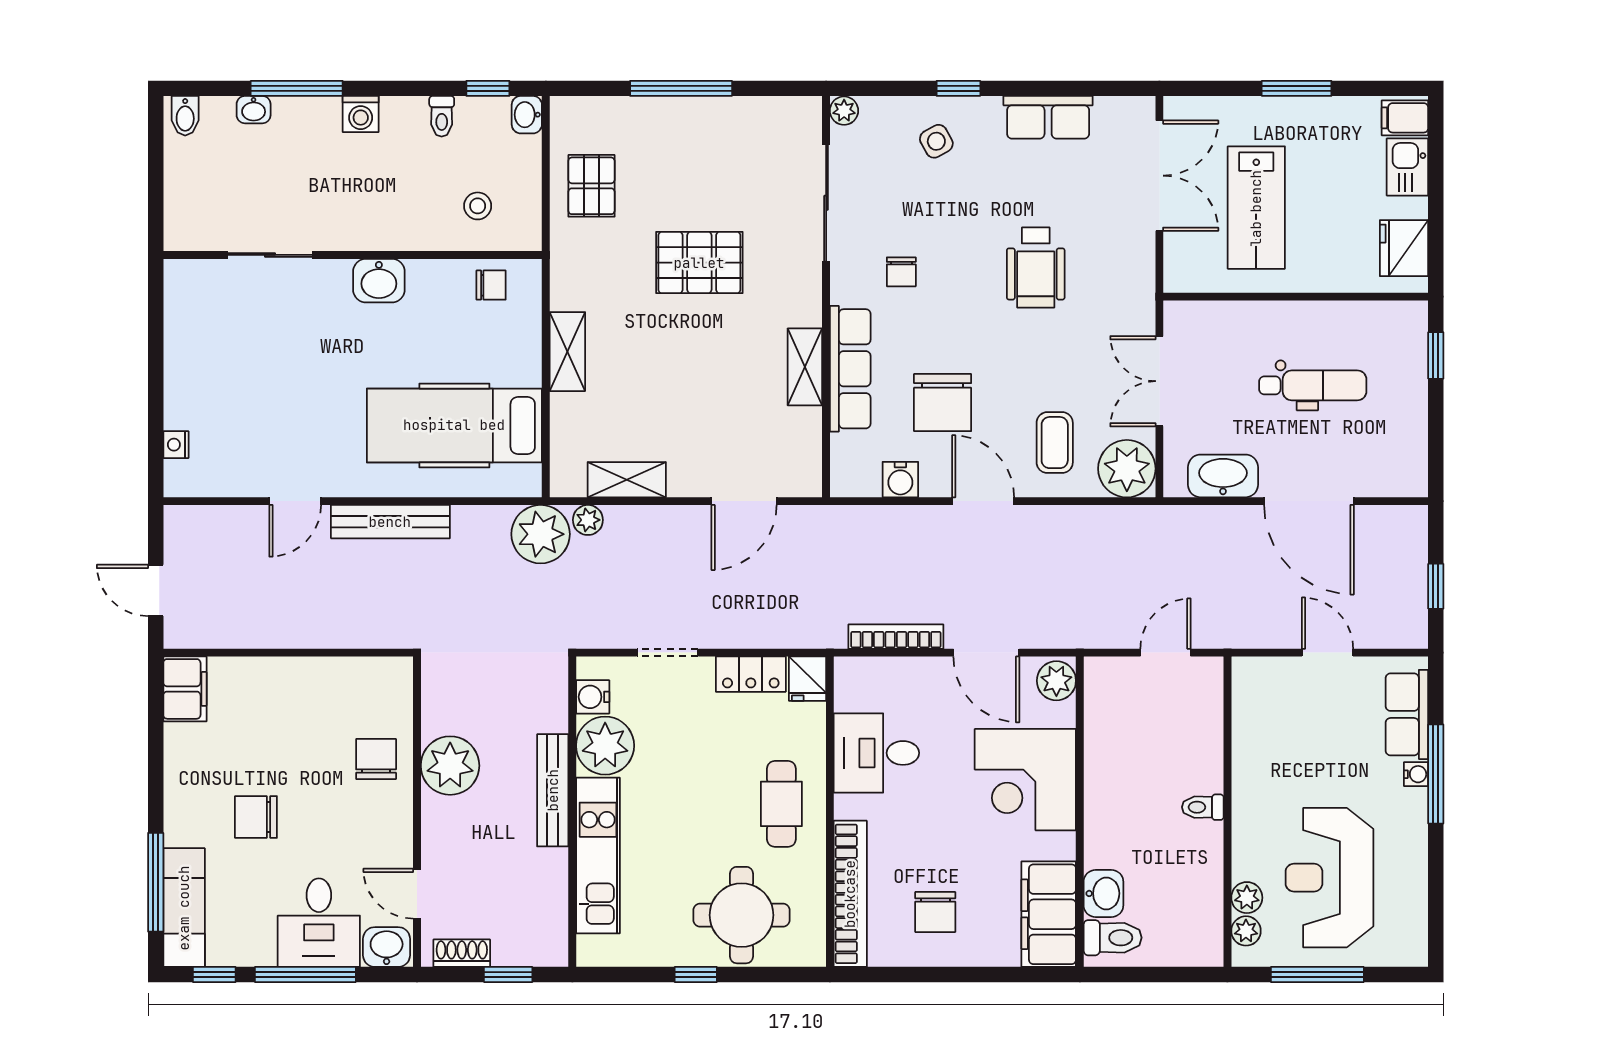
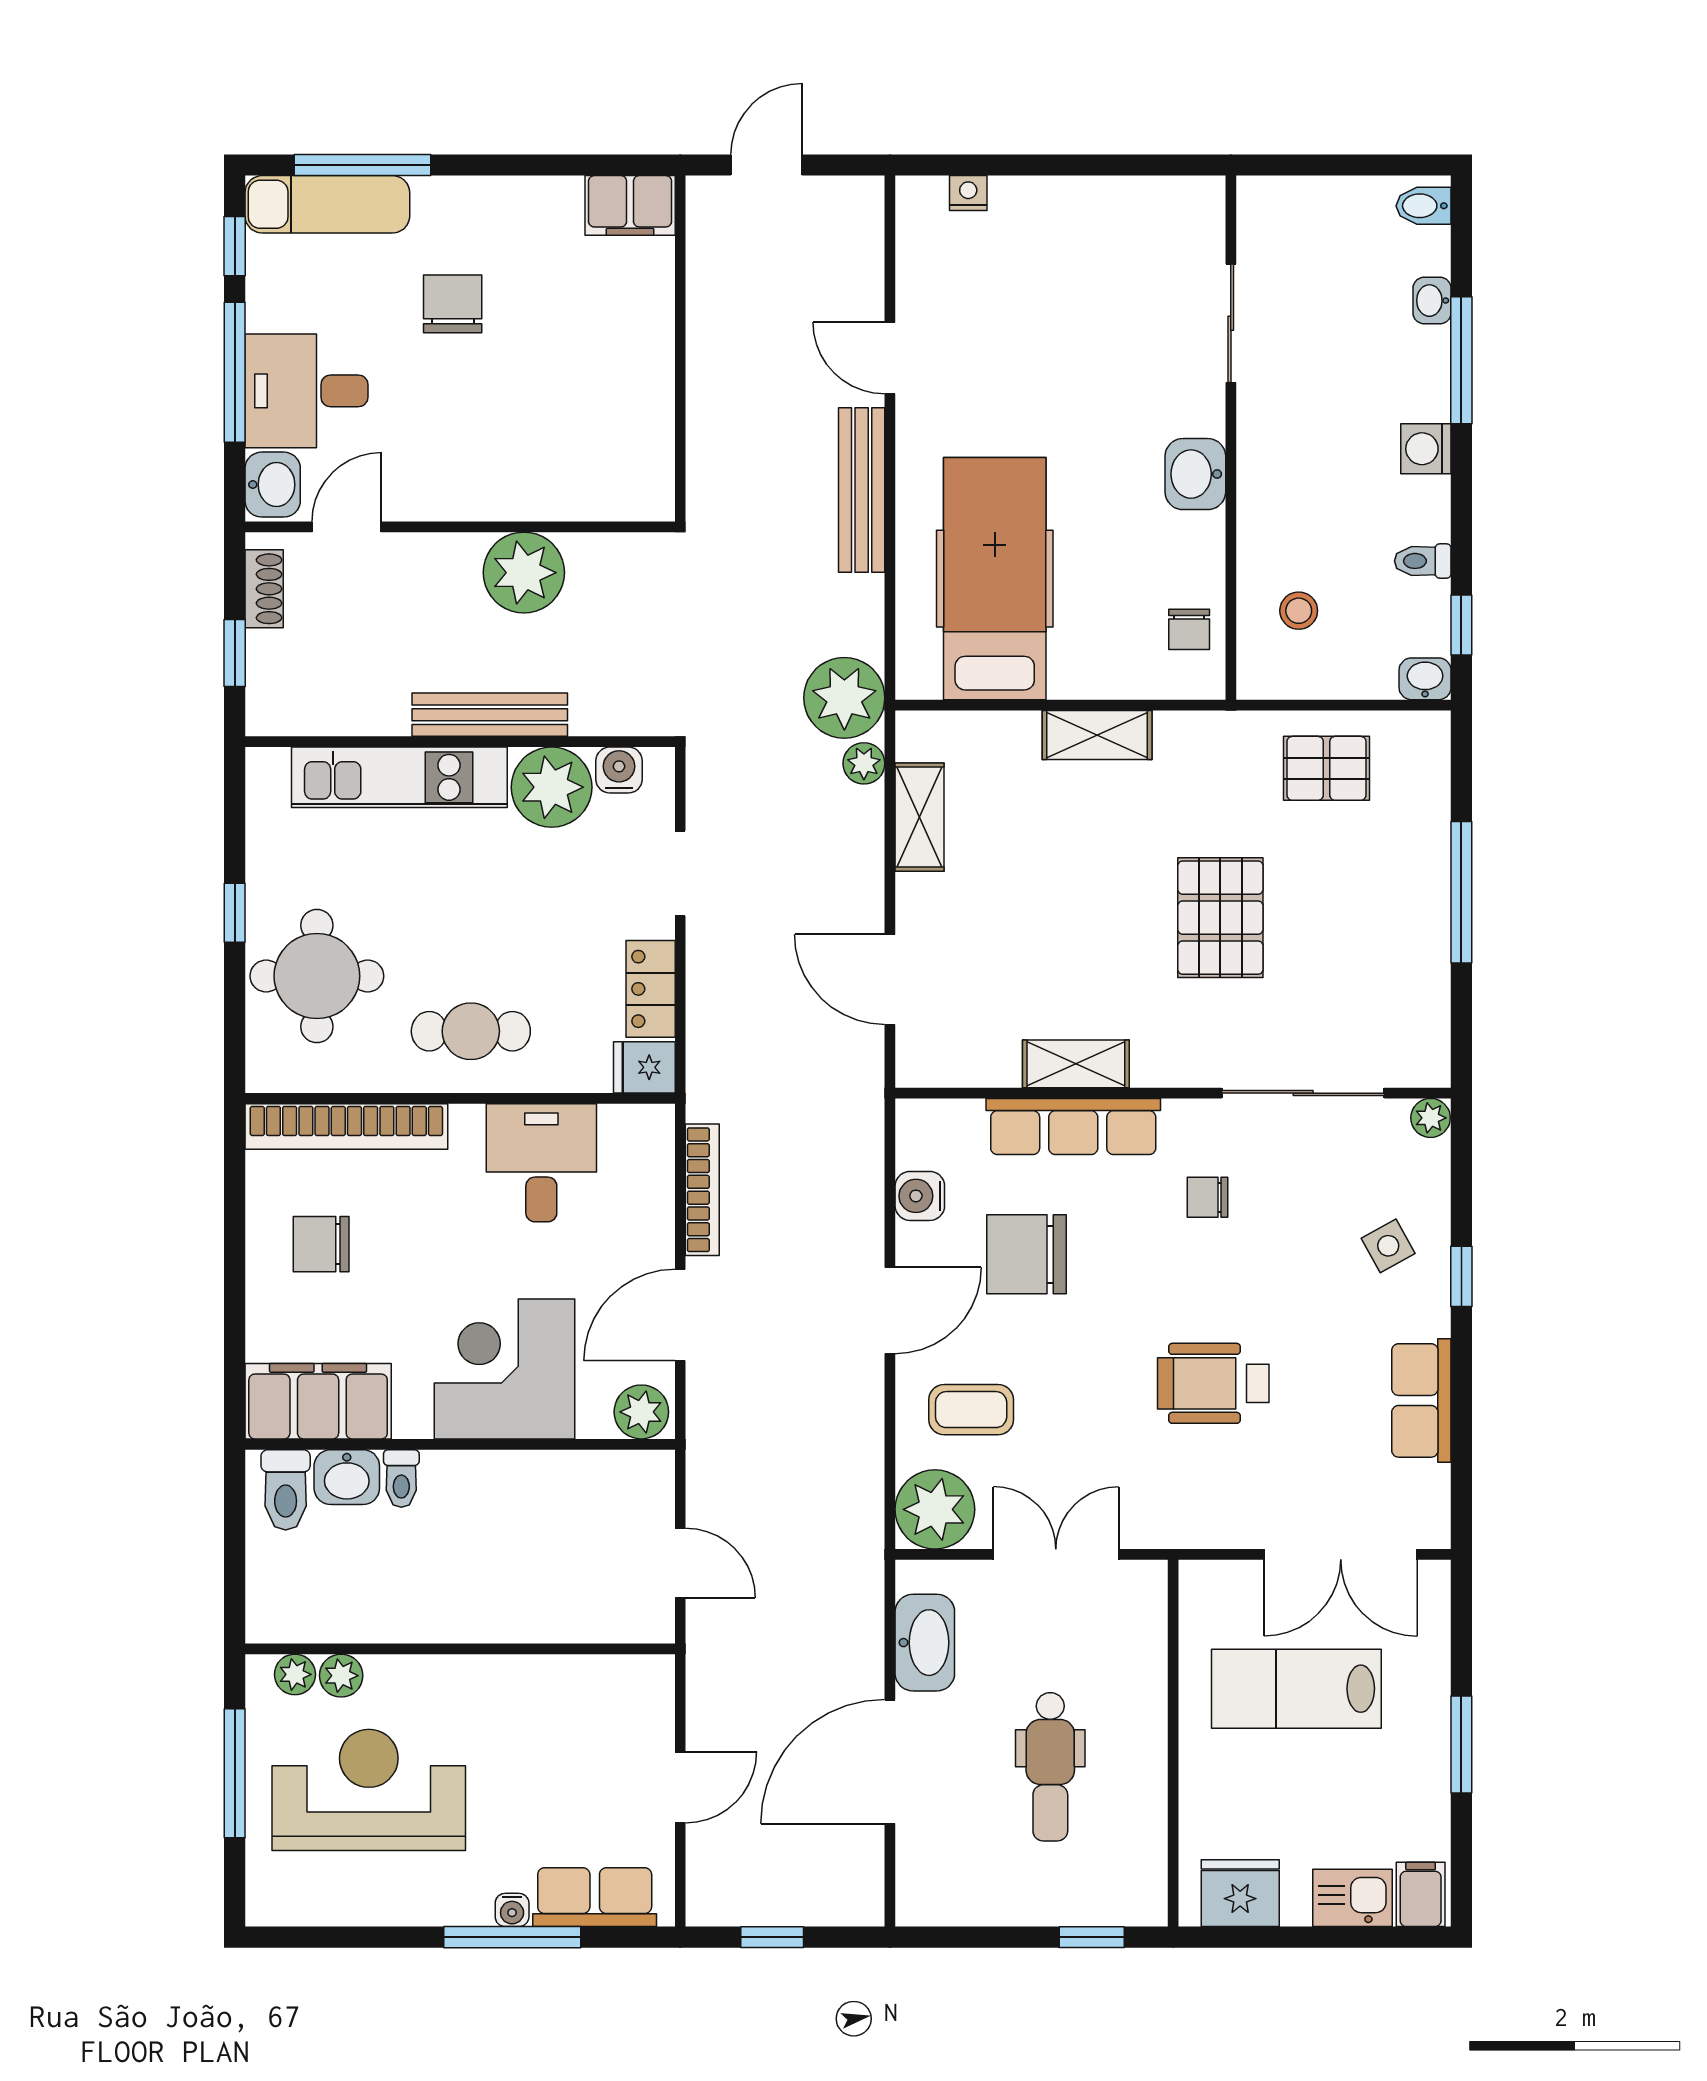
chair: (376, 759) -> (533, 470), removed
toilet: (1203, 807) -> (401, 1478), moved, turned 180

